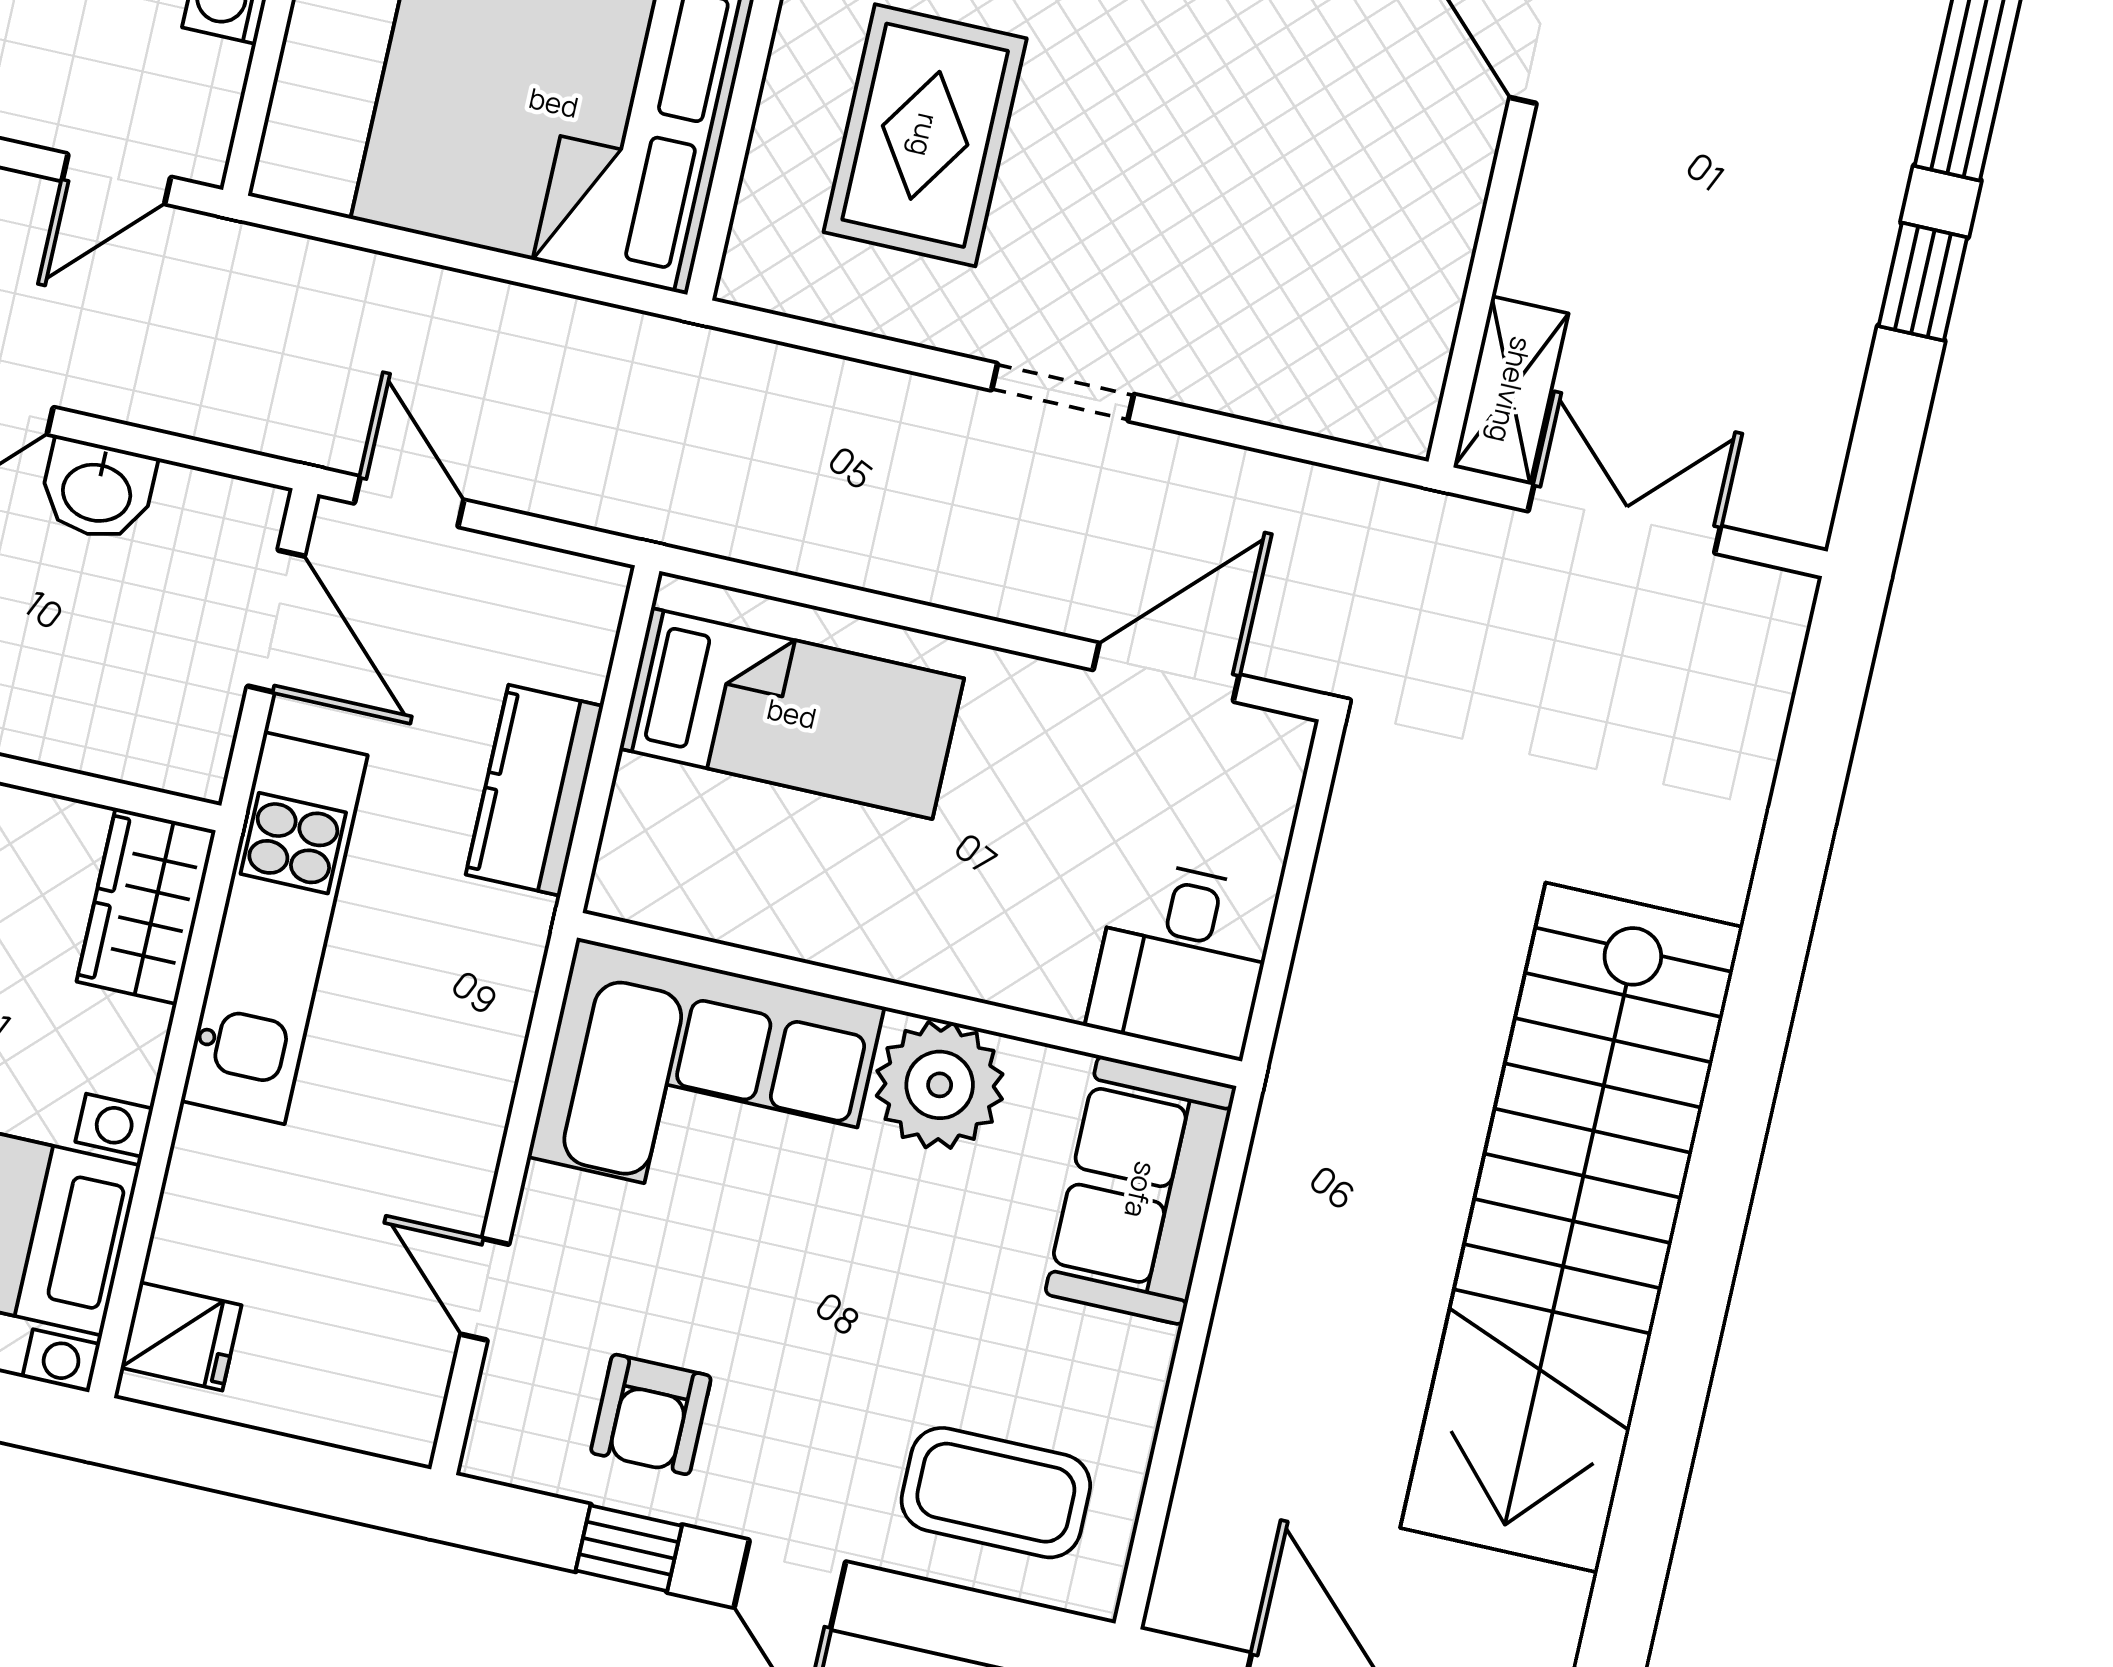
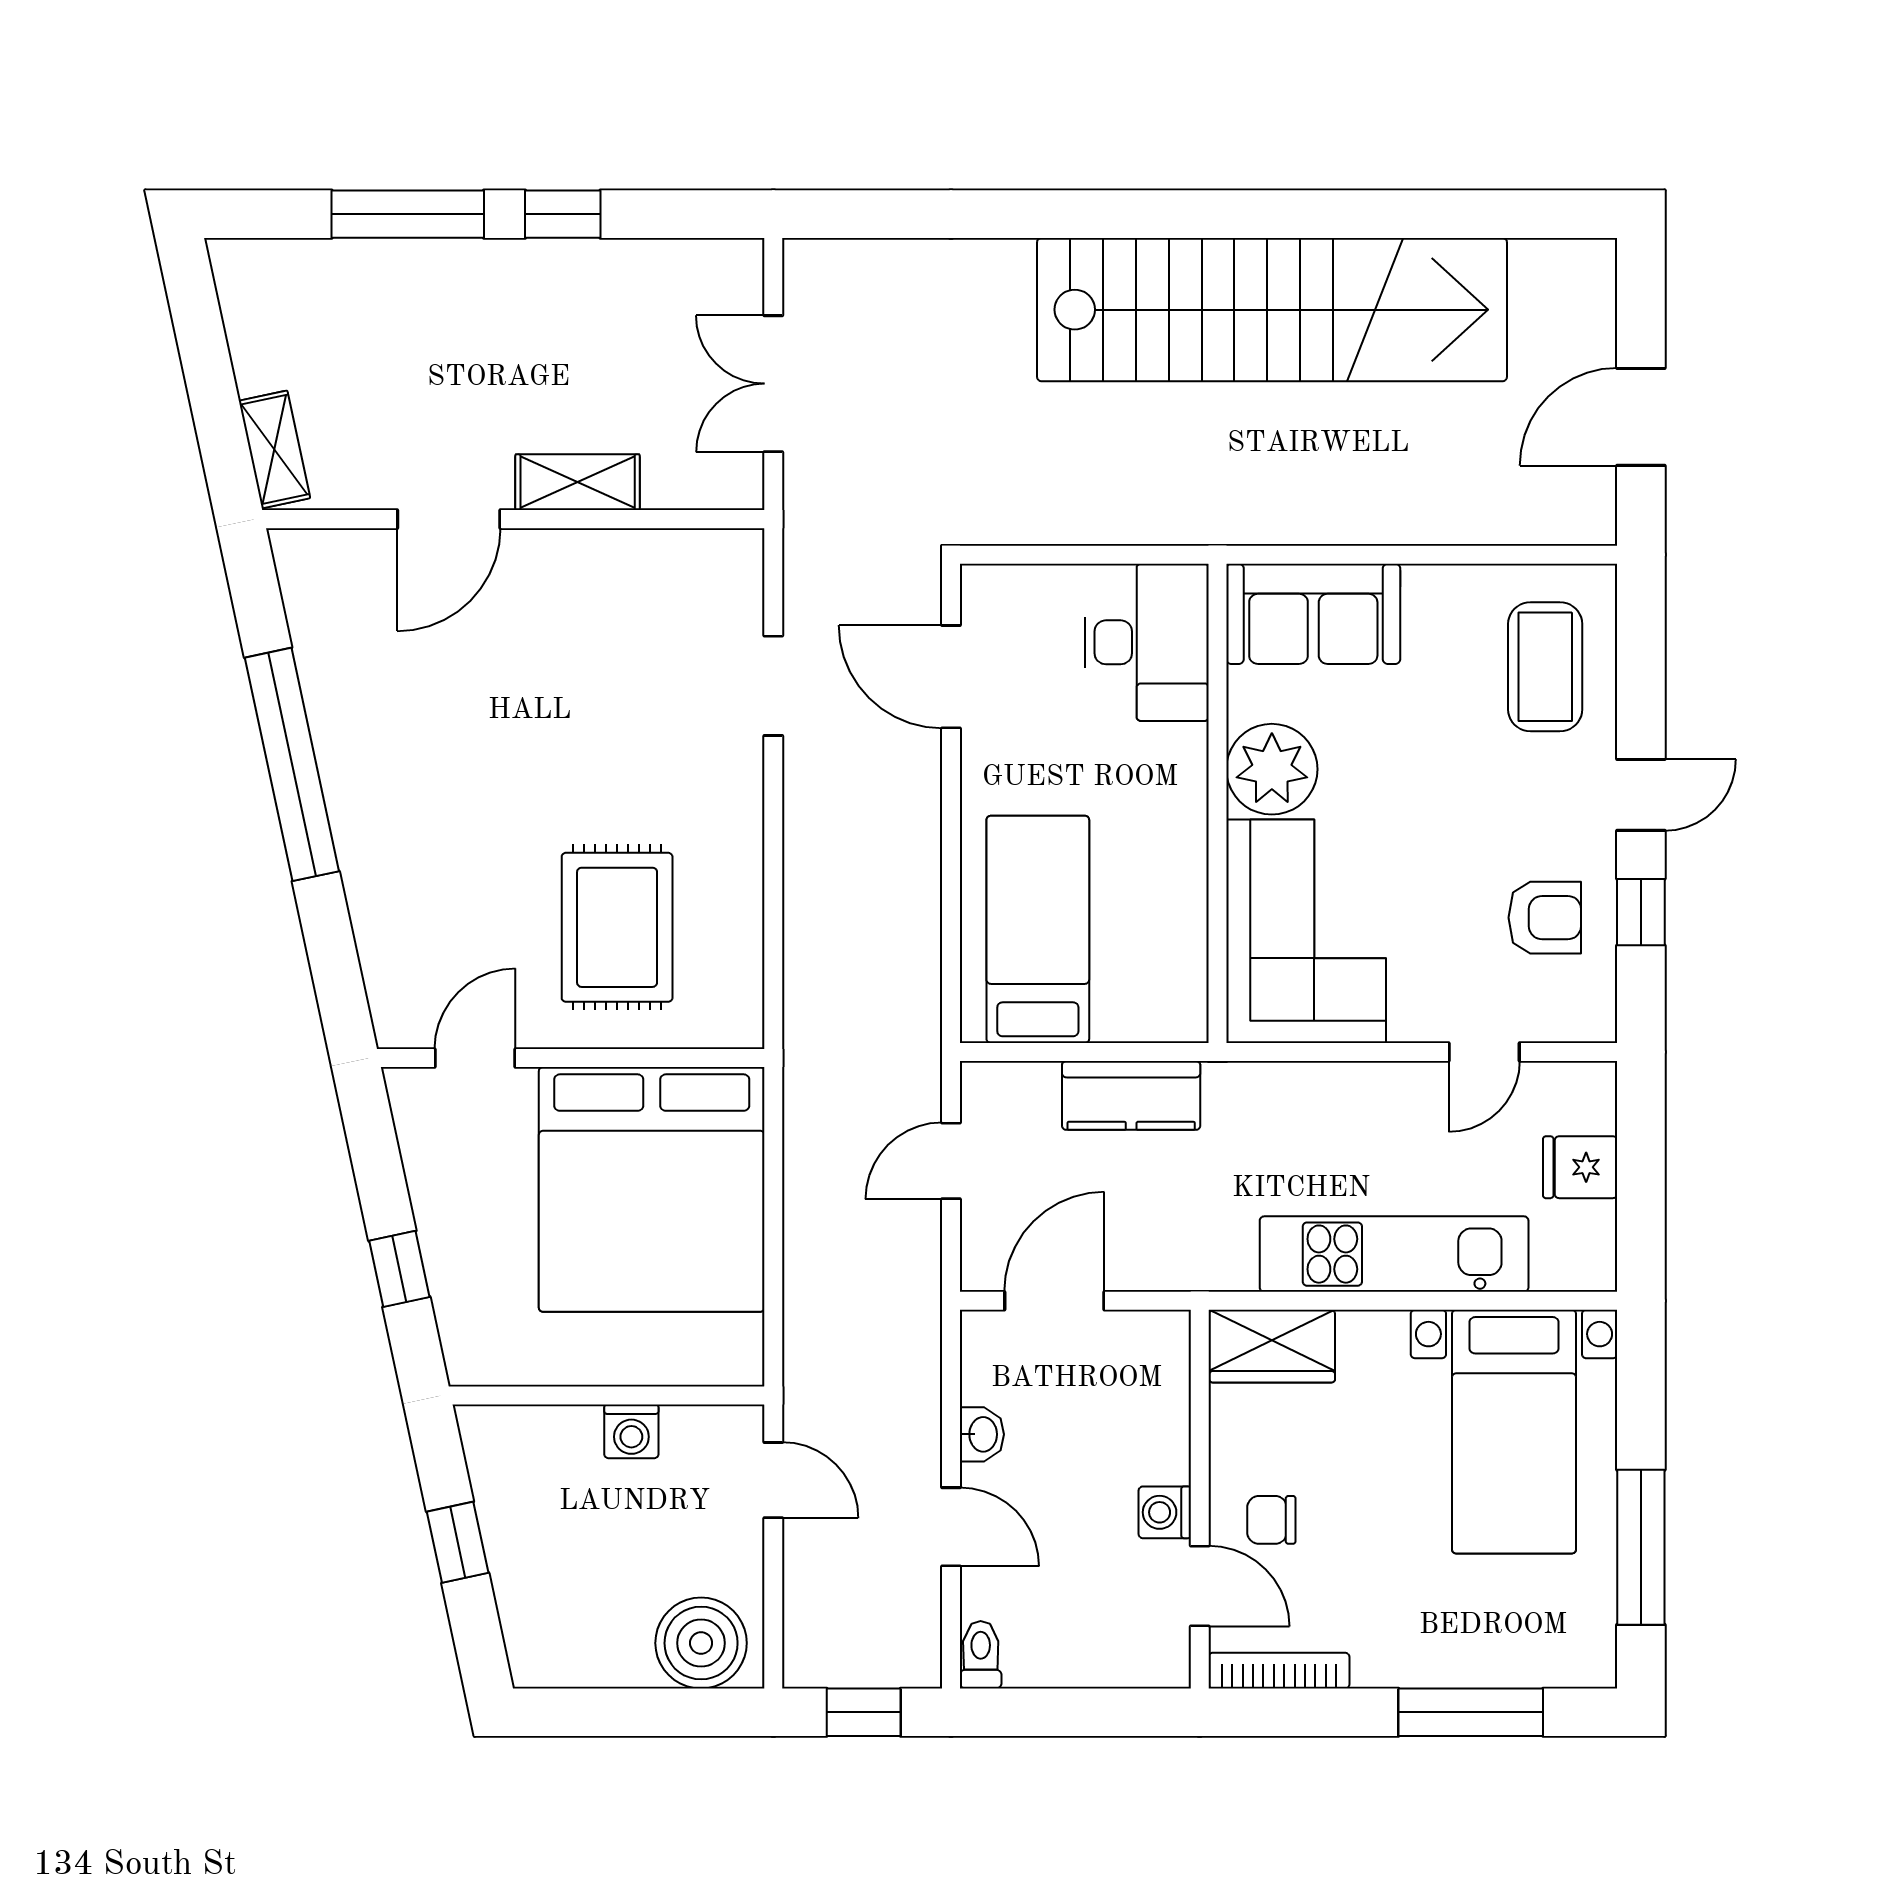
rug: (925, 135) -> (617, 927), turned 90
shelving: (1511, 390) -> (578, 482), moved
doorway: (1063, 392) -> (773, 686), moved
washbasin: (97, 490) -> (982, 1434), width x0.72, depth x0.69
door: (409, 502) -> (951, 1161), moved
kitchen unit: (274, 928) -> (1394, 1254), moved
desk: (1182, 959) -> (1147, 642), width x1.37
fridge: (181, 1336) -> (1580, 1167), moved, turned -90

